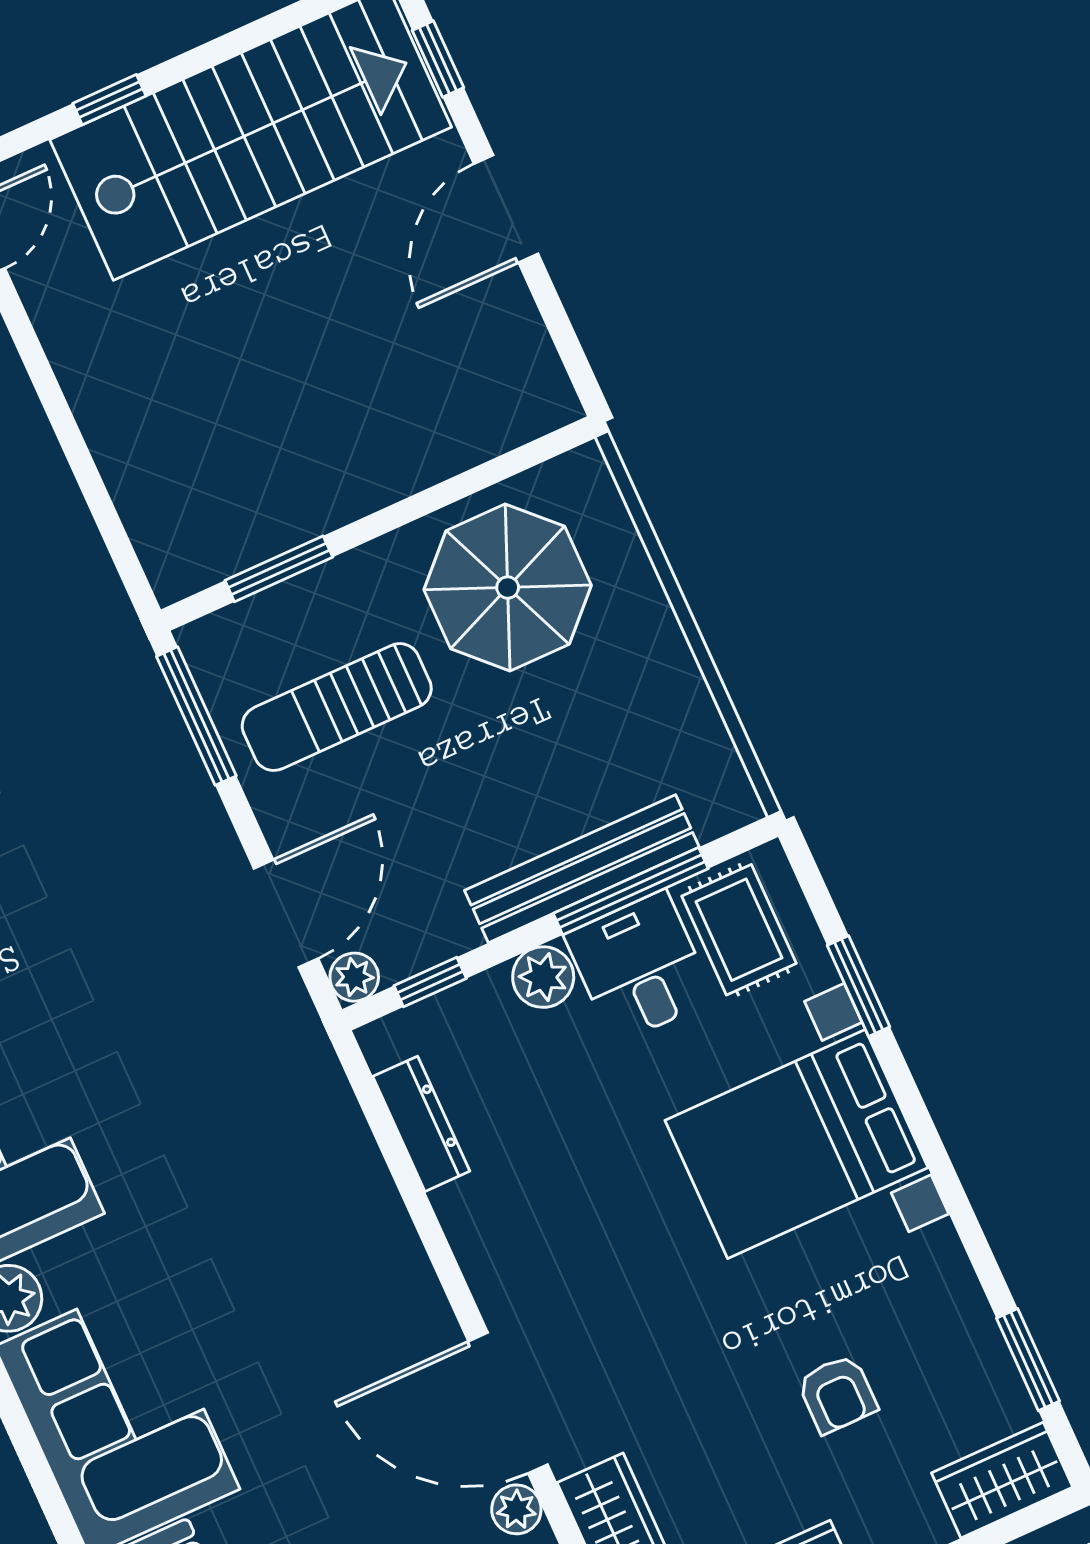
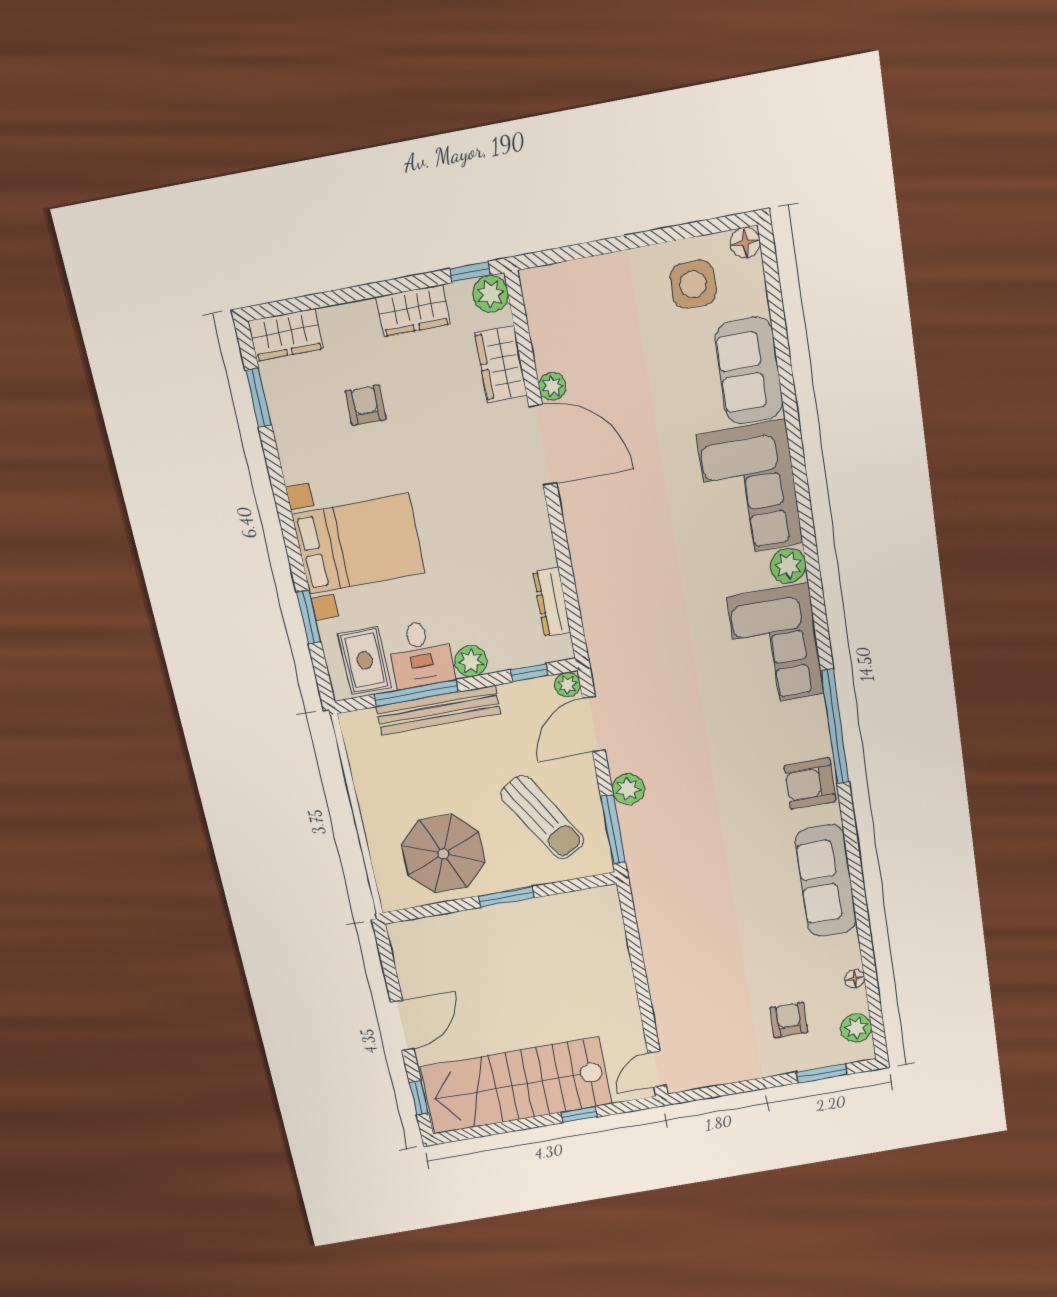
window: (279, 569) -> (506, 897), moved
sun lounger: (337, 707) -> (542, 817), turned 59
plant: (189, 803) -> (628, 789), added

